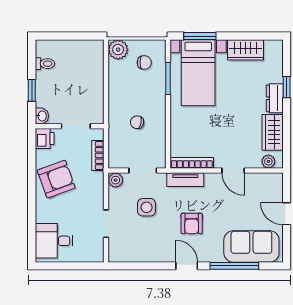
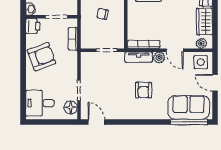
plant: (116, 180) -> (159, 57), moved
side table: (147, 207) -> (201, 62), moved
floor lamp: (95, 246) -> (71, 107), added
door: (187, 266) -> (96, 122), moved
window: (234, 266) -> (189, 122), moved

